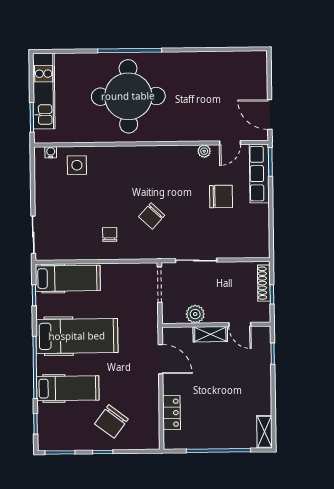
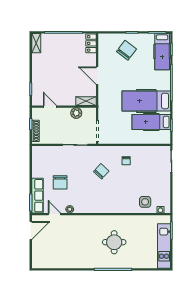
round table: (128, 96) -> (114, 242), width x0.54, depth x0.54
door: (270, 115) -> (31, 230), hinge flipped
door: (230, 143) -> (54, 214), hinge flipped
chair: (221, 196) -> (60, 182), turned -90
hospital bed: (68, 278) -> (151, 122), moved
shelving: (210, 334) -> (86, 101), moved
door: (161, 359) -> (97, 76), moved
hospital bed: (68, 388) -> (162, 52), moved, turned -90
locker: (172, 413) -> (91, 43), moved

